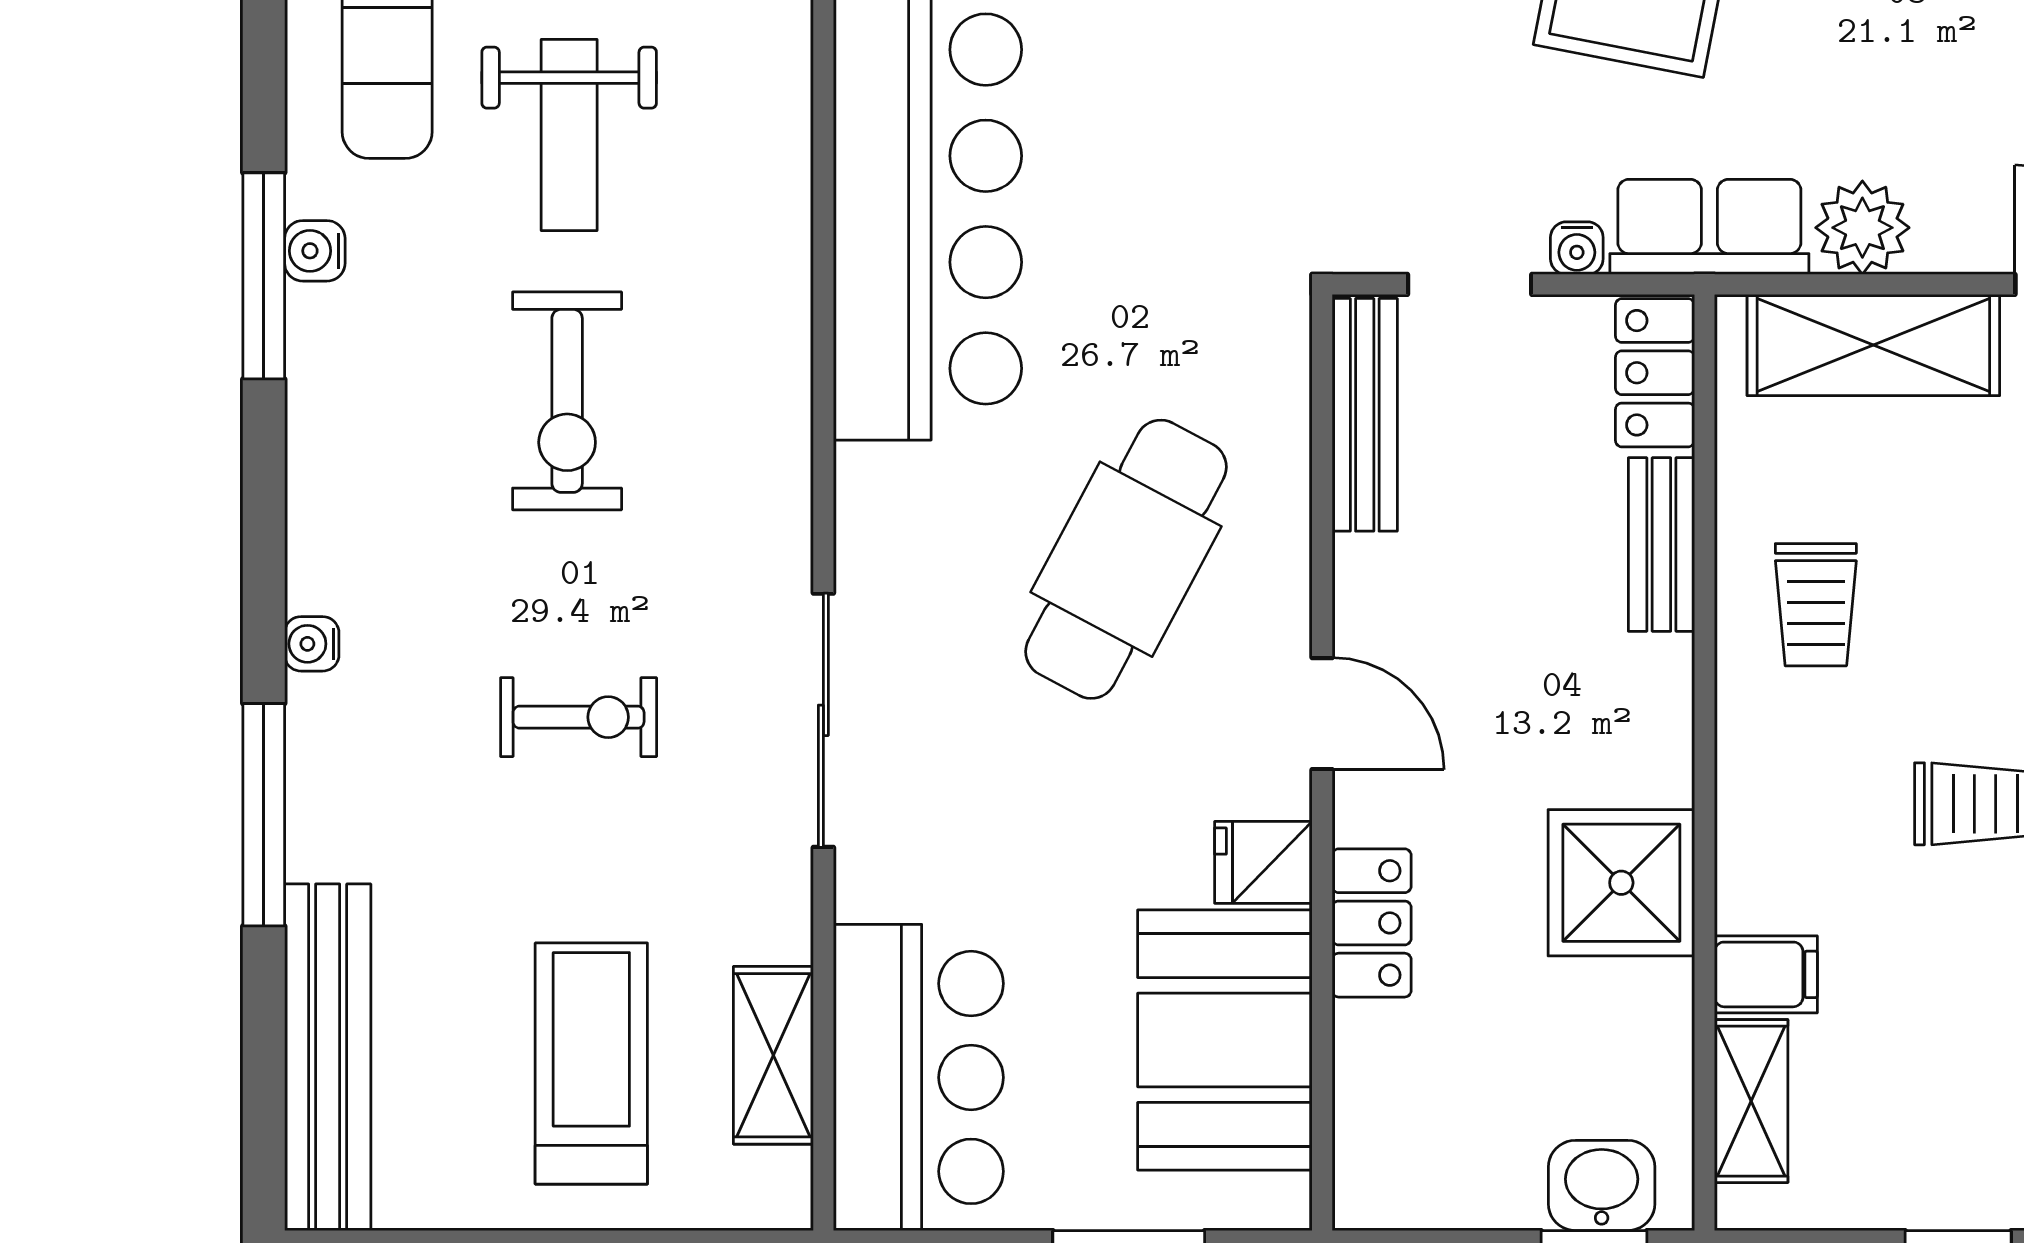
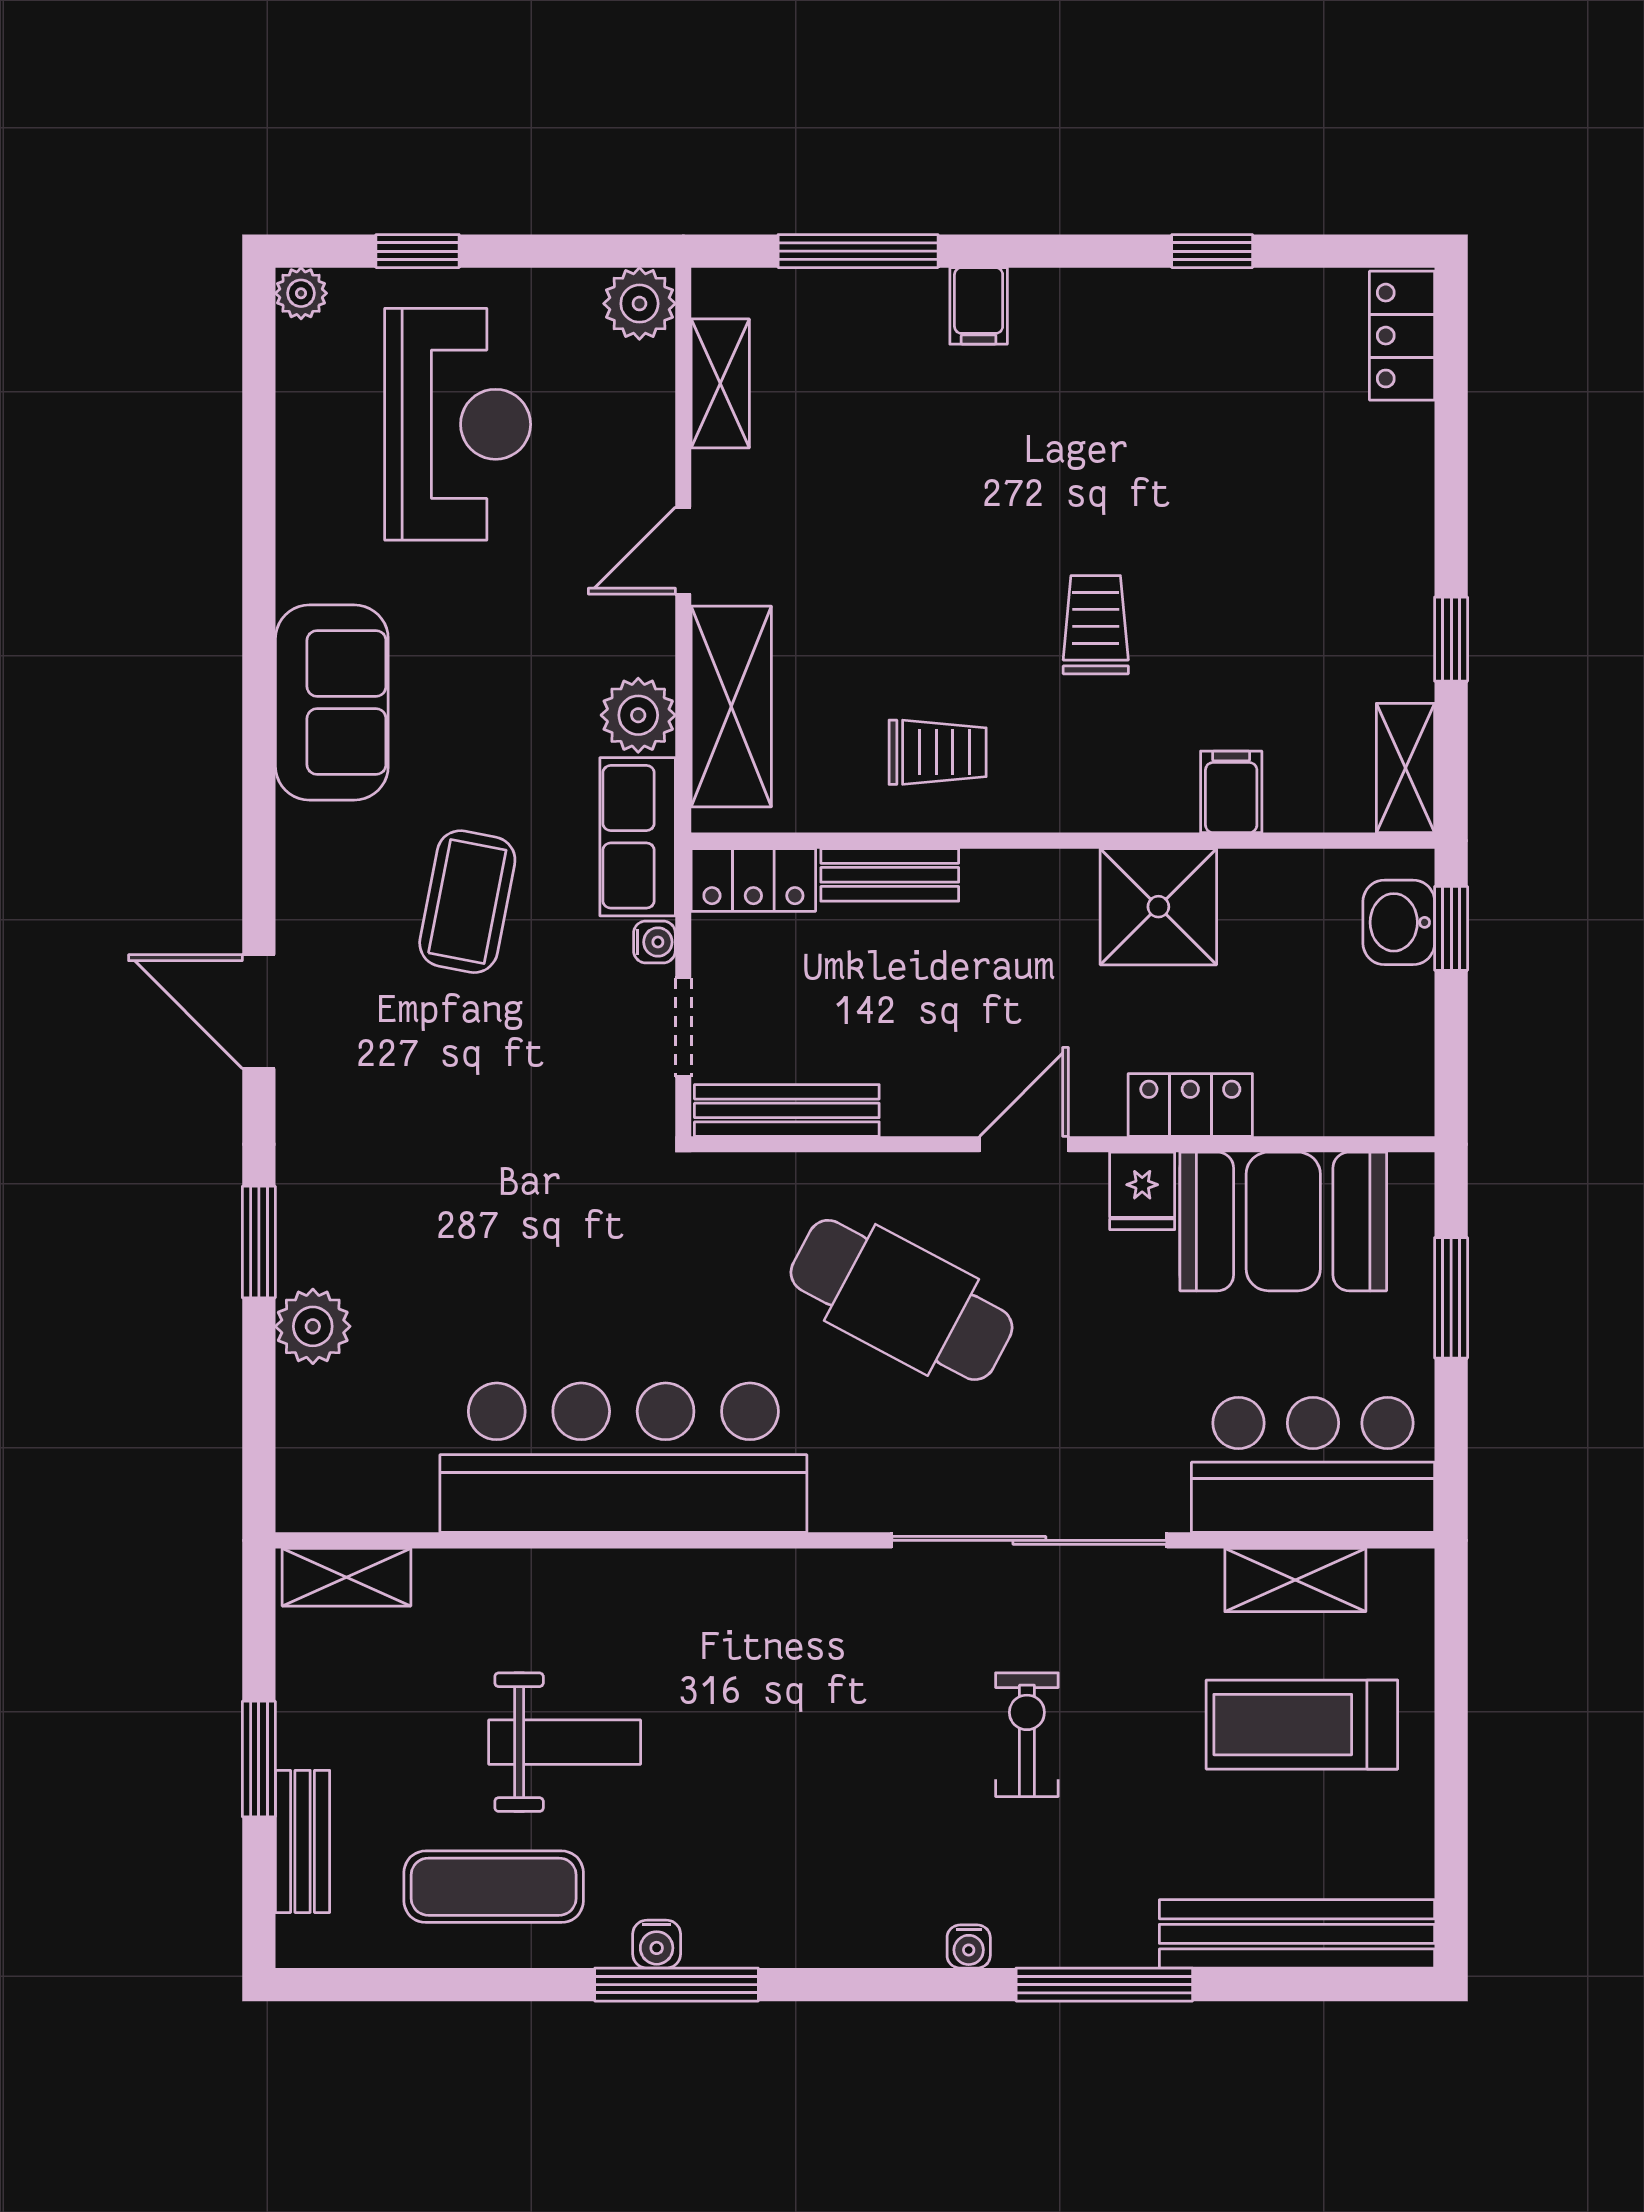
exercise bike: (567, 401) -> (776, 1744), removed
sliding door: (823, 720) -> (1029, 1540), width x1.36
shelving: (1751, 1101) -> (1405, 768), moved, turned 90

